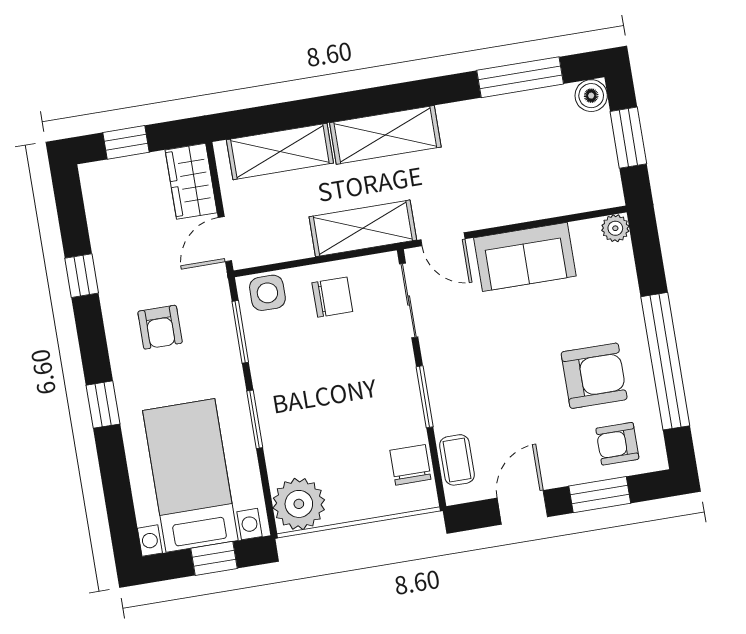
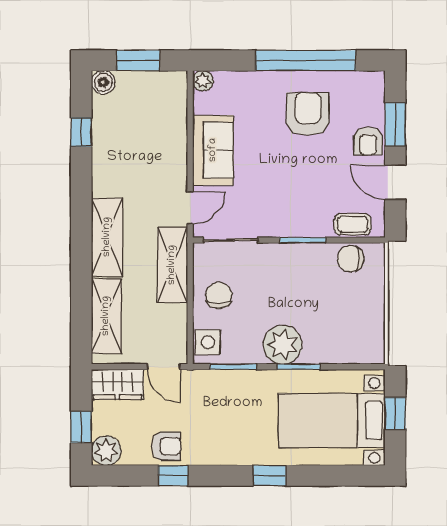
window: (520, 77) -> (81, 132), width x0.46
plant: (100, 181) -> (106, 451), added
armchair: (160, 327) -> (166, 446), moved
armchair: (617, 444) -> (368, 141), moved
plant: (299, 504) -> (283, 345), moved

